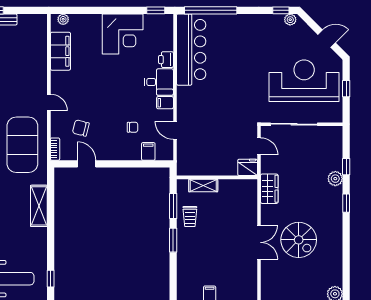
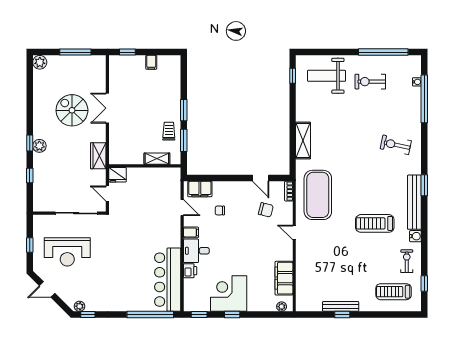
window: (119, 10) -> (232, 315), added
reception desk: (304, 81) -> (67, 252), width x0.74, depth x0.77
filing cabinet: (148, 151) -> (200, 189), width x2.00
plant: (335, 179) -> (39, 146), moved

